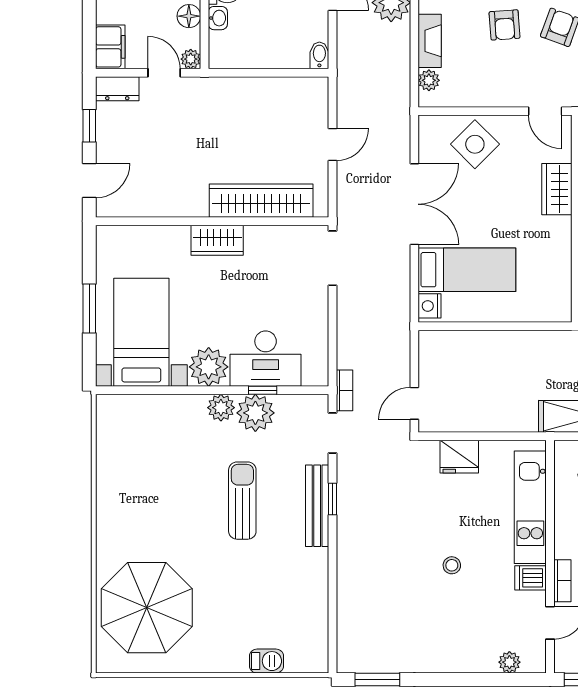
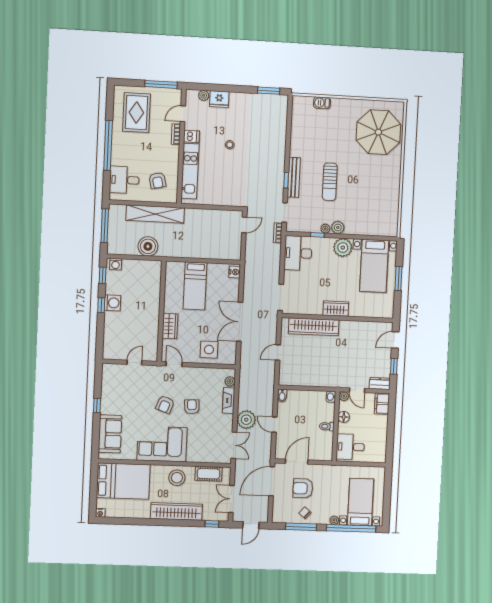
washbasin: (218, 18) -> (331, 397), moved
side table: (475, 144) -> (209, 350), turned 45
bed: (467, 270) -> (195, 286), moved, turned -90
desk: (266, 359) -> (298, 253), moved, turned -90
plant: (255, 413) -> (325, 229), width x0.53, depth x0.53
fridge: (459, 457) -> (219, 99), moved, turned 180

